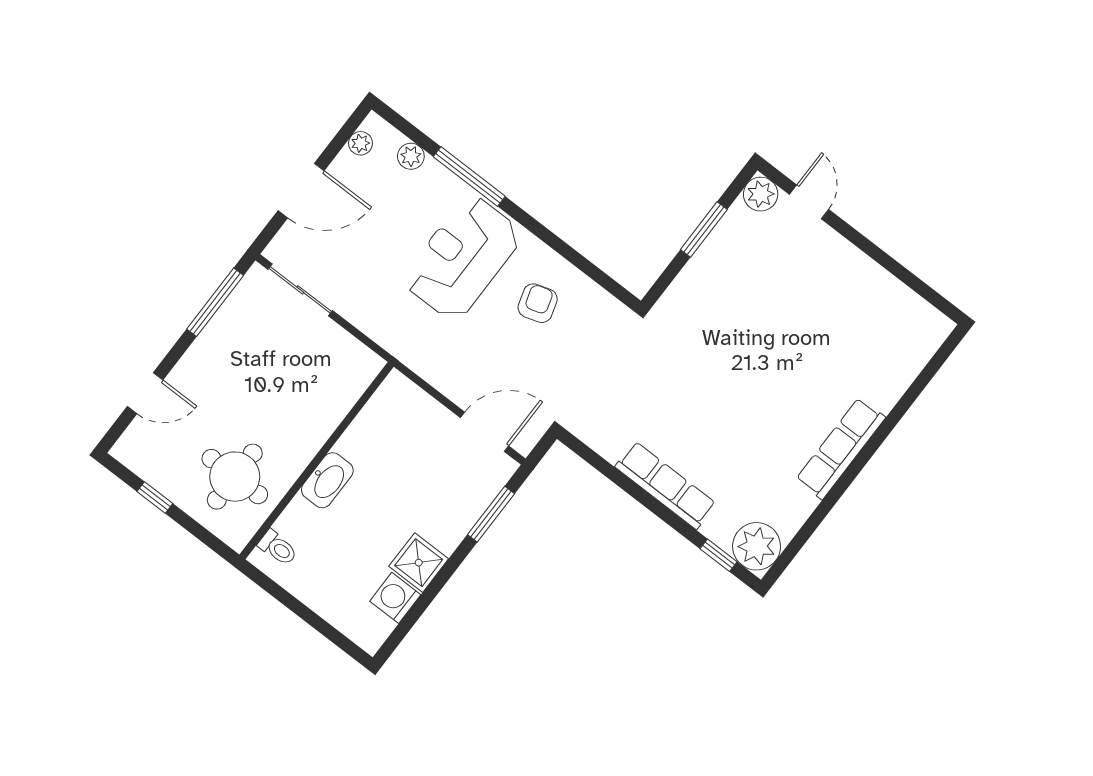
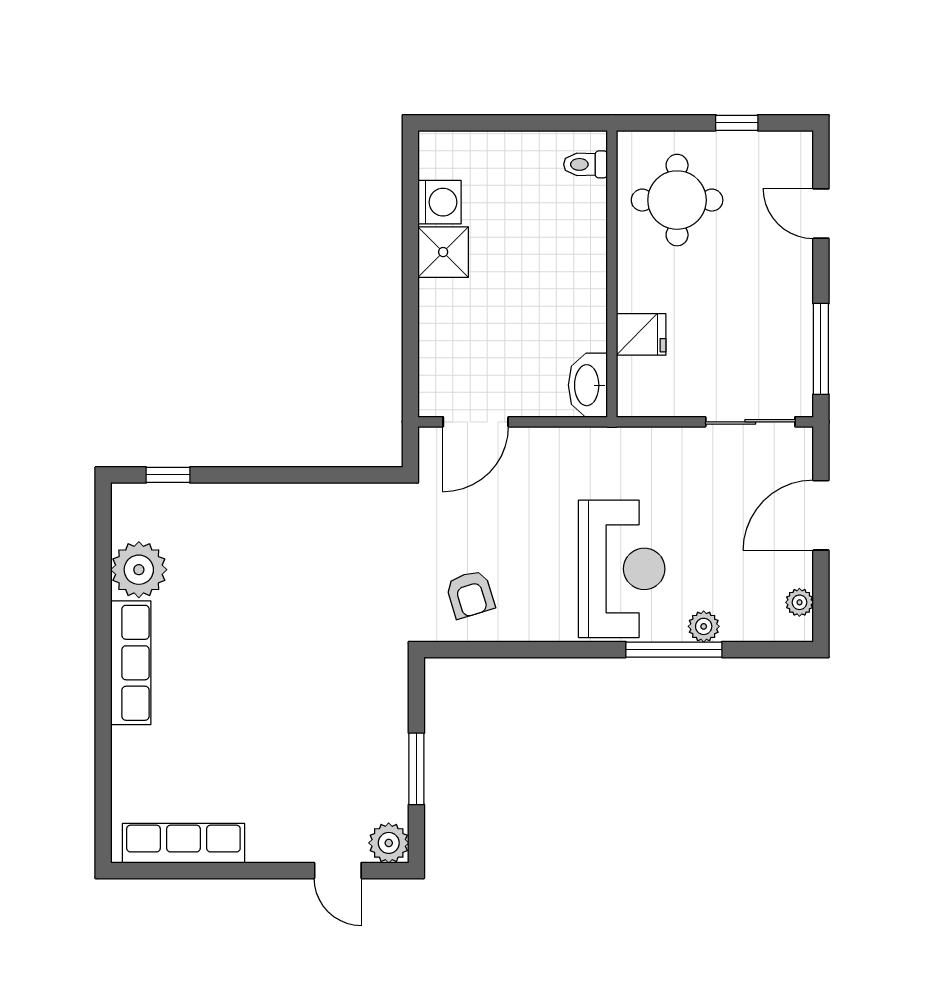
plant: (411, 156) -> (704, 626), moved
armchair: (538, 303) -> (470, 594), moved
door: (145, 393) -> (821, 214), hinge flipped
fridge: (328, 405) -> (641, 334), added
washbasin: (327, 480) -> (588, 385), moved
row of seats: (666, 485) -> (183, 843), moved, turned 180
window: (491, 514) -> (410, 349), removed
plant: (757, 546) -> (139, 570), moved

